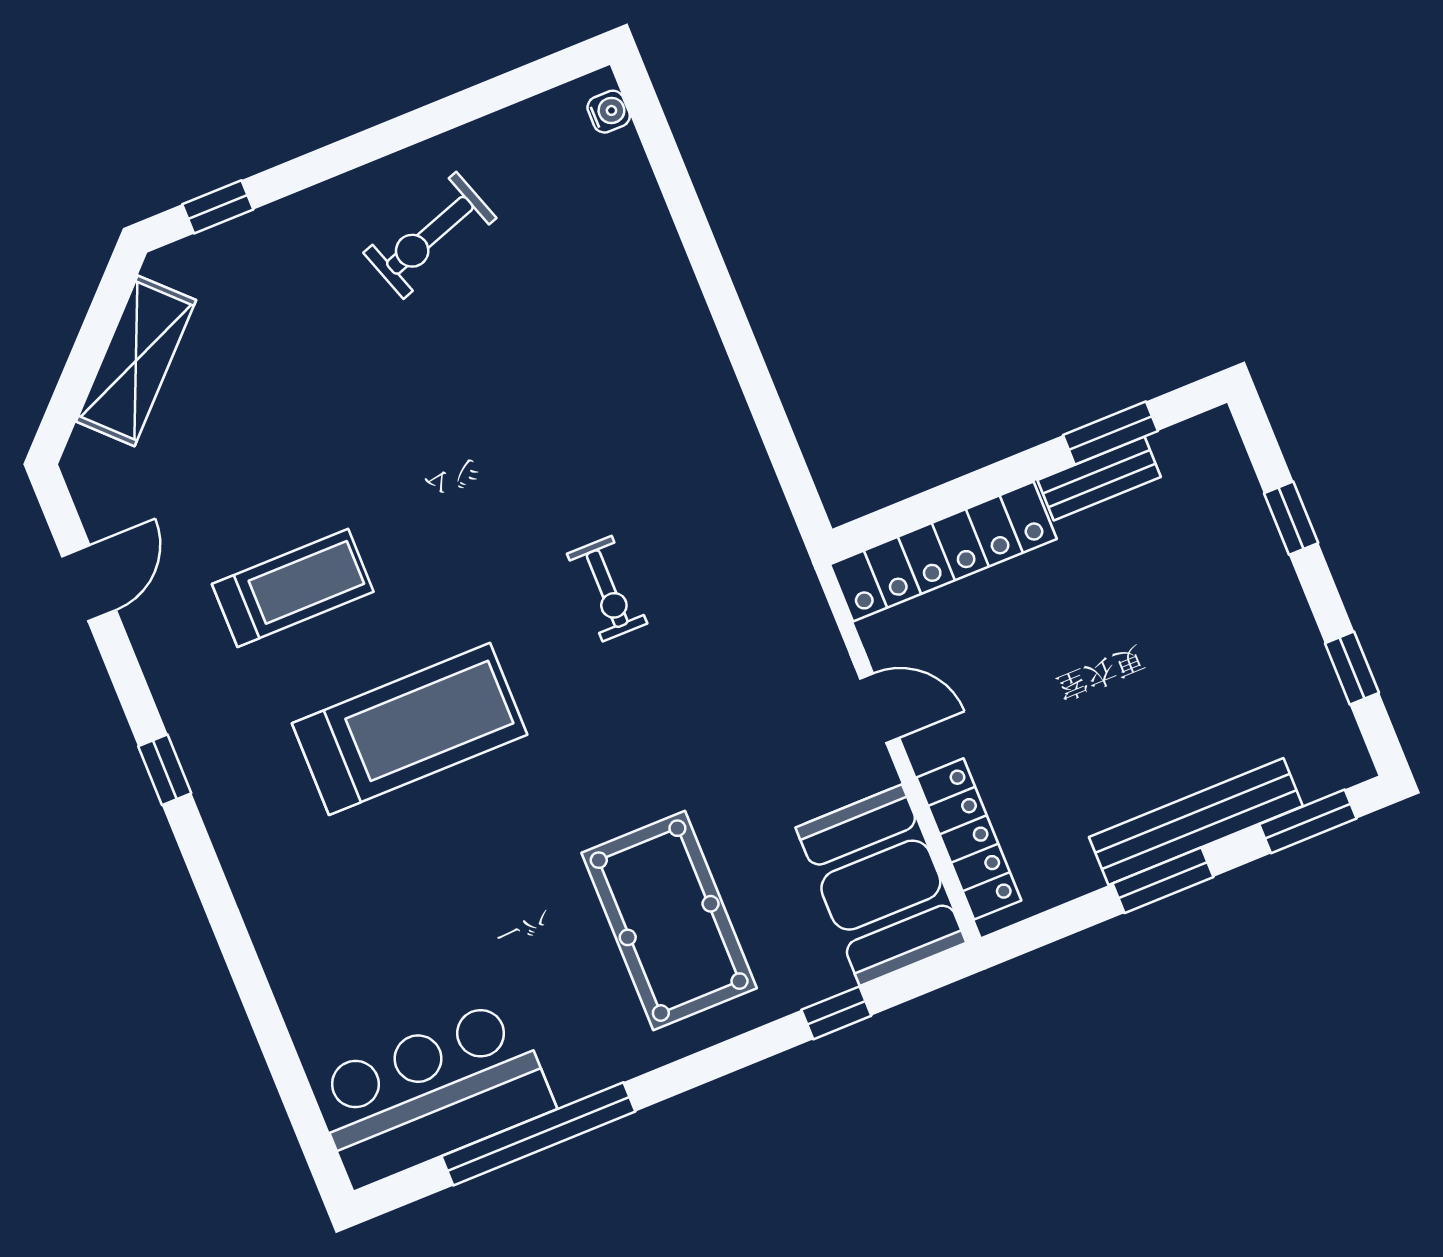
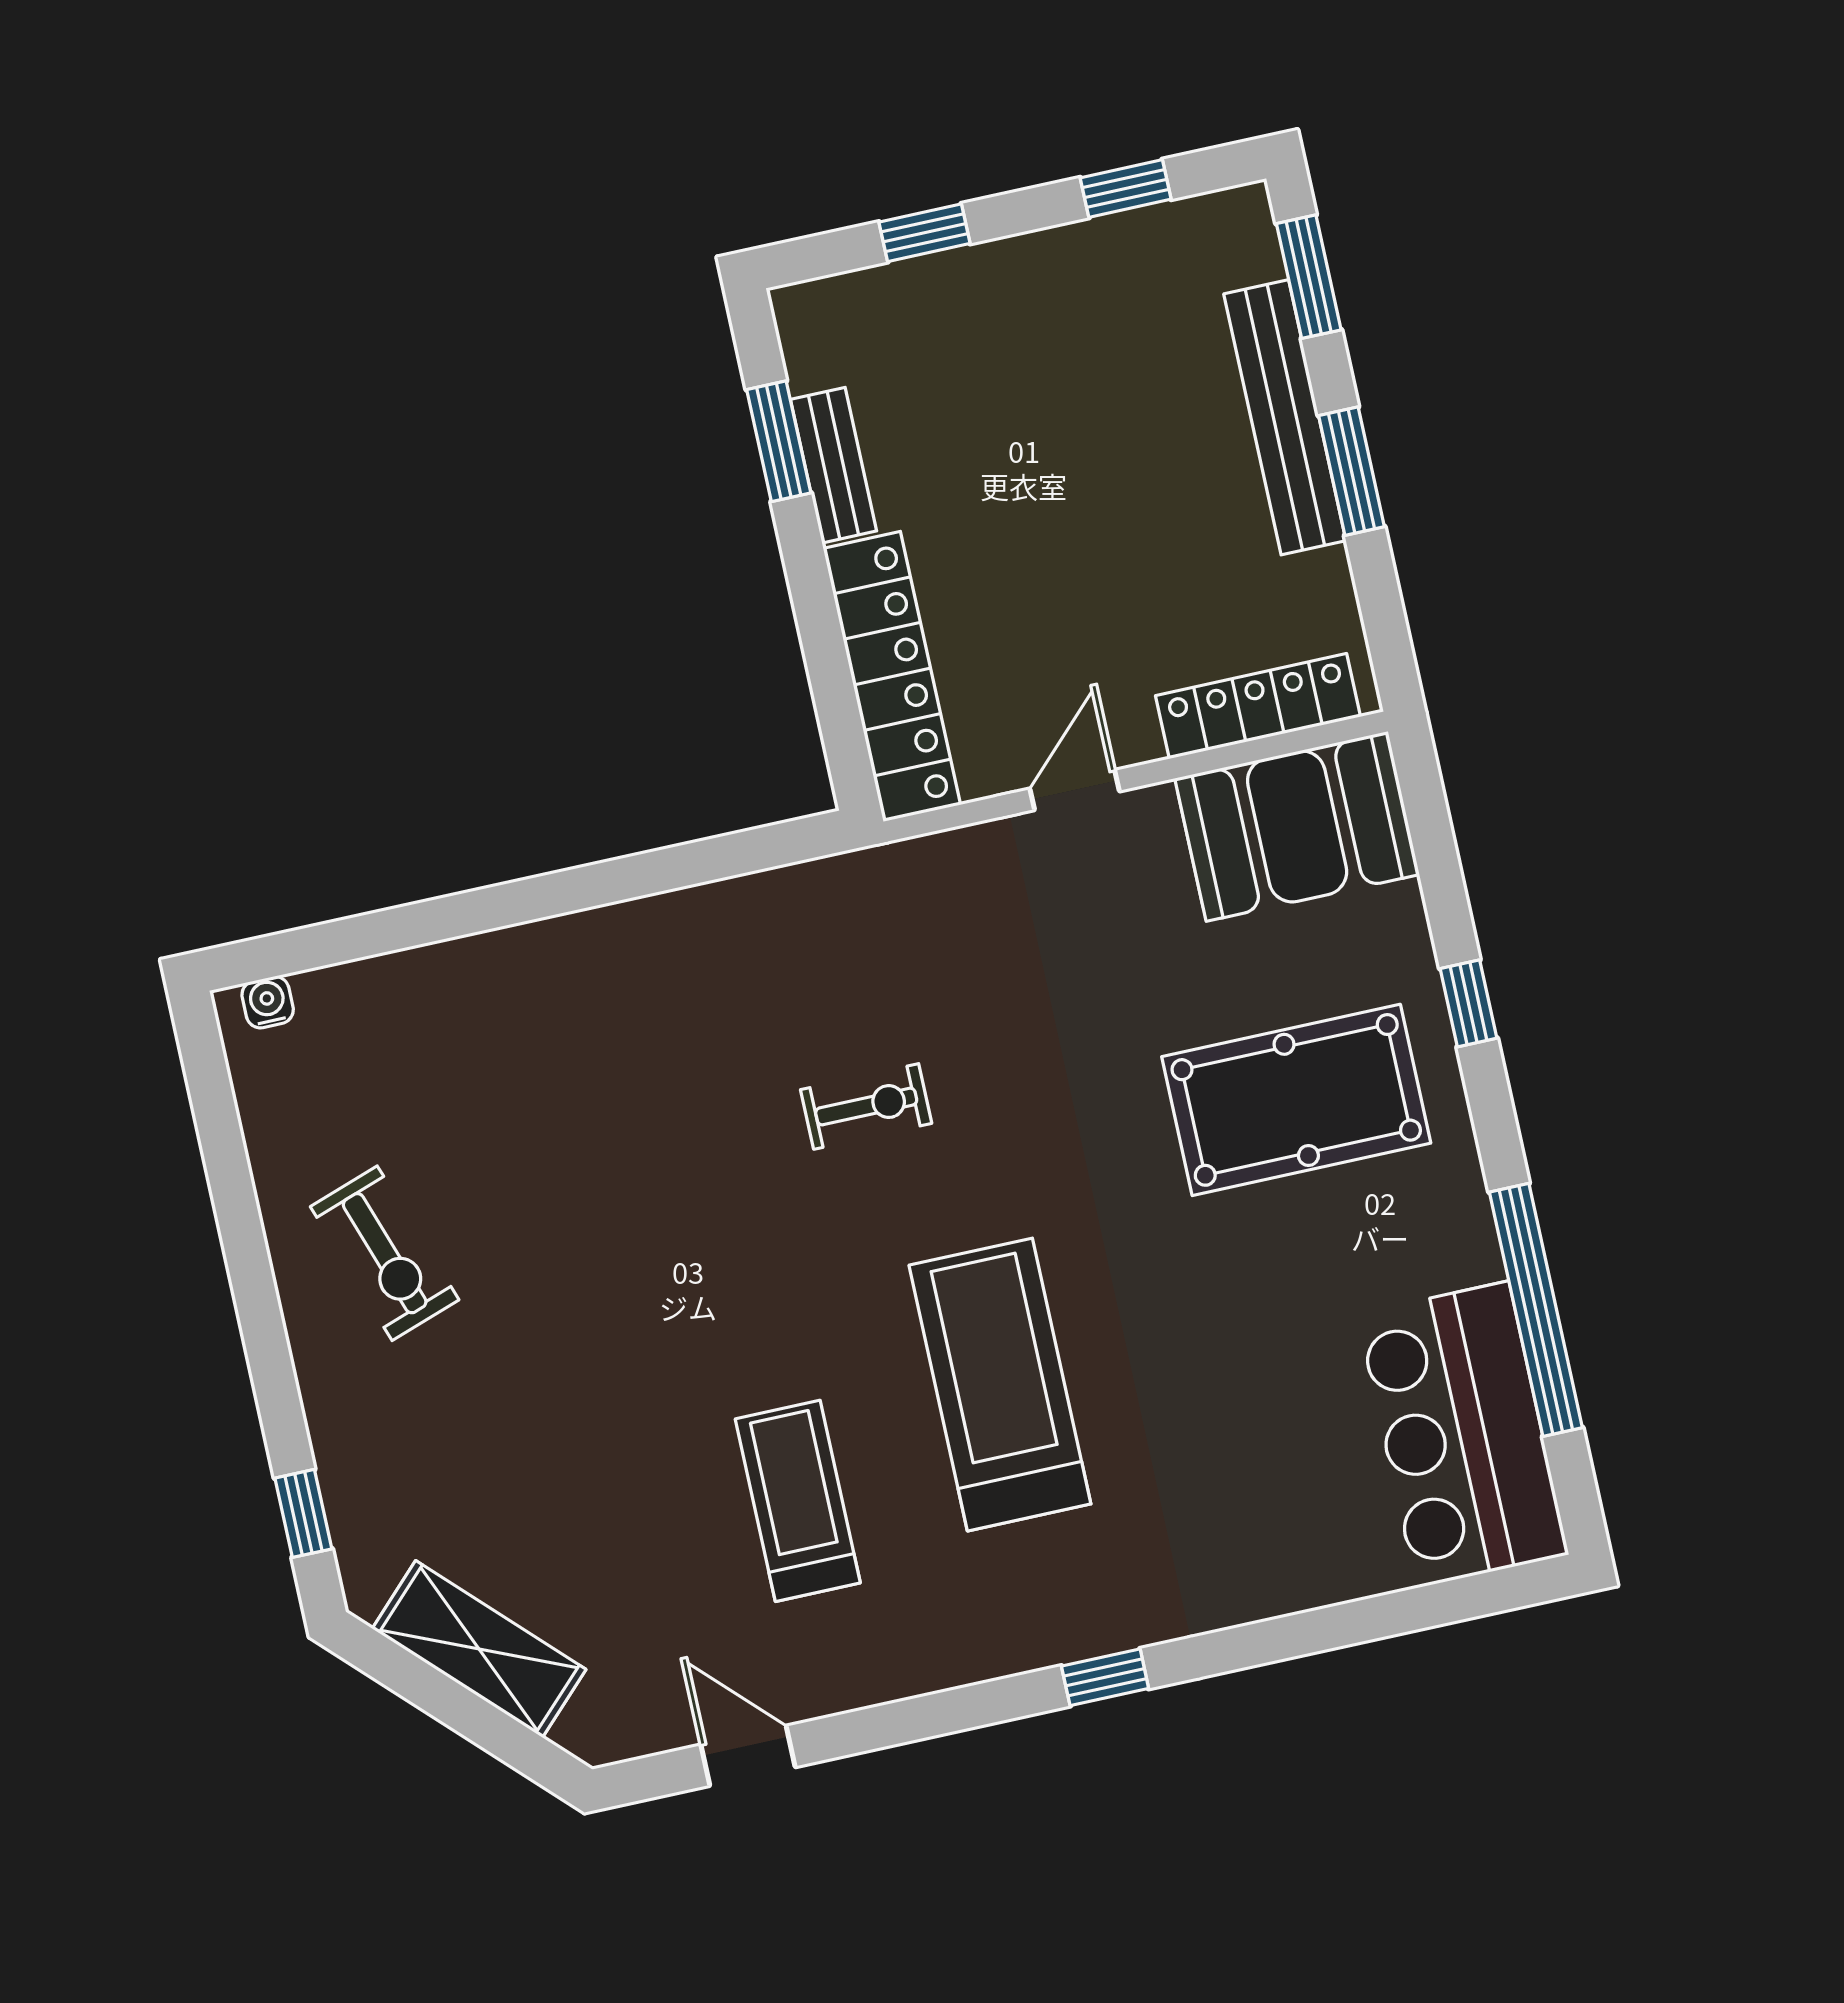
window: (165, 770) -> (1105, 1677), moved
window: (836, 1013) -> (1469, 1003), moved

